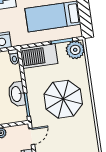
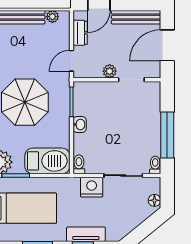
washbasin: (17, 94) -> (80, 124), width x0.52, depth x0.69

